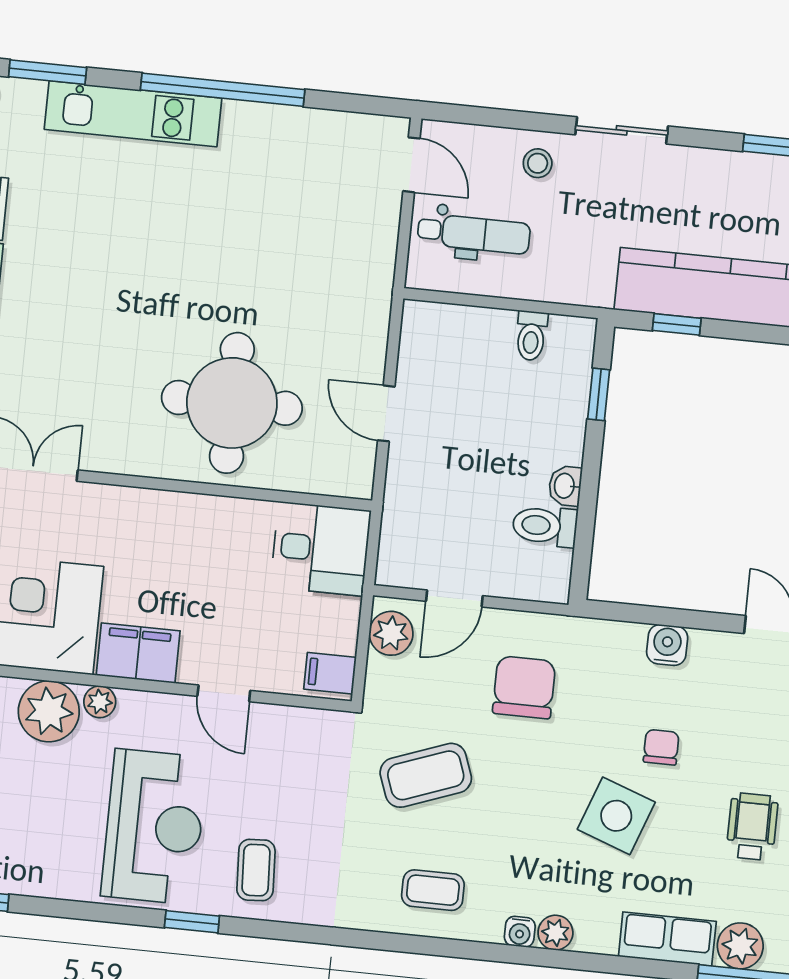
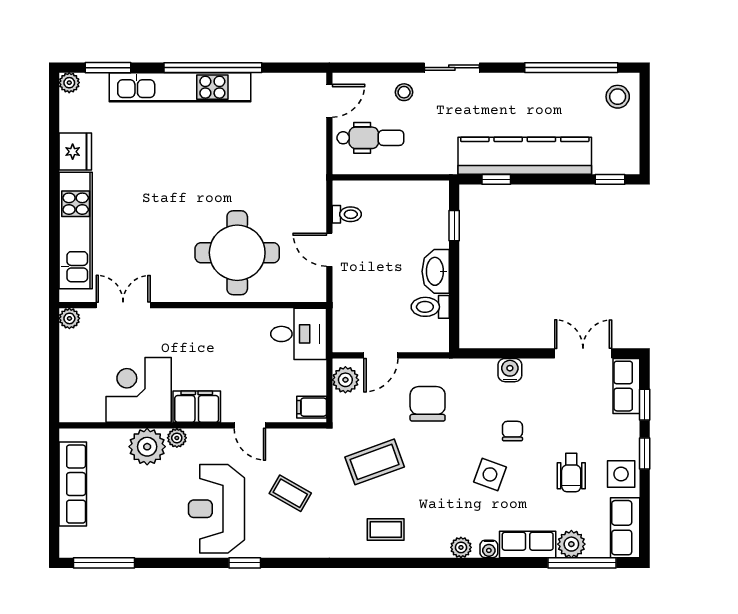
kitchen unit: (133, 114) -> (180, 87), width x1.36
door: (411, 165) -> (329, 101), hinge flipped
toilet: (531, 336) -> (347, 214), moved, turned -90
washbasin: (565, 486) -> (436, 271), width x1.91, depth x1.45
side table: (616, 816) -> (490, 474), width x0.73, depth x0.73
reception desk: (154, 827) -> (217, 509), turned 180
wheelchair: (752, 827) -> (571, 473), turned 180
coffee table: (256, 870) -> (290, 493), moved, turned -57
water cooler: (520, 932) -> (489, 549), moved

